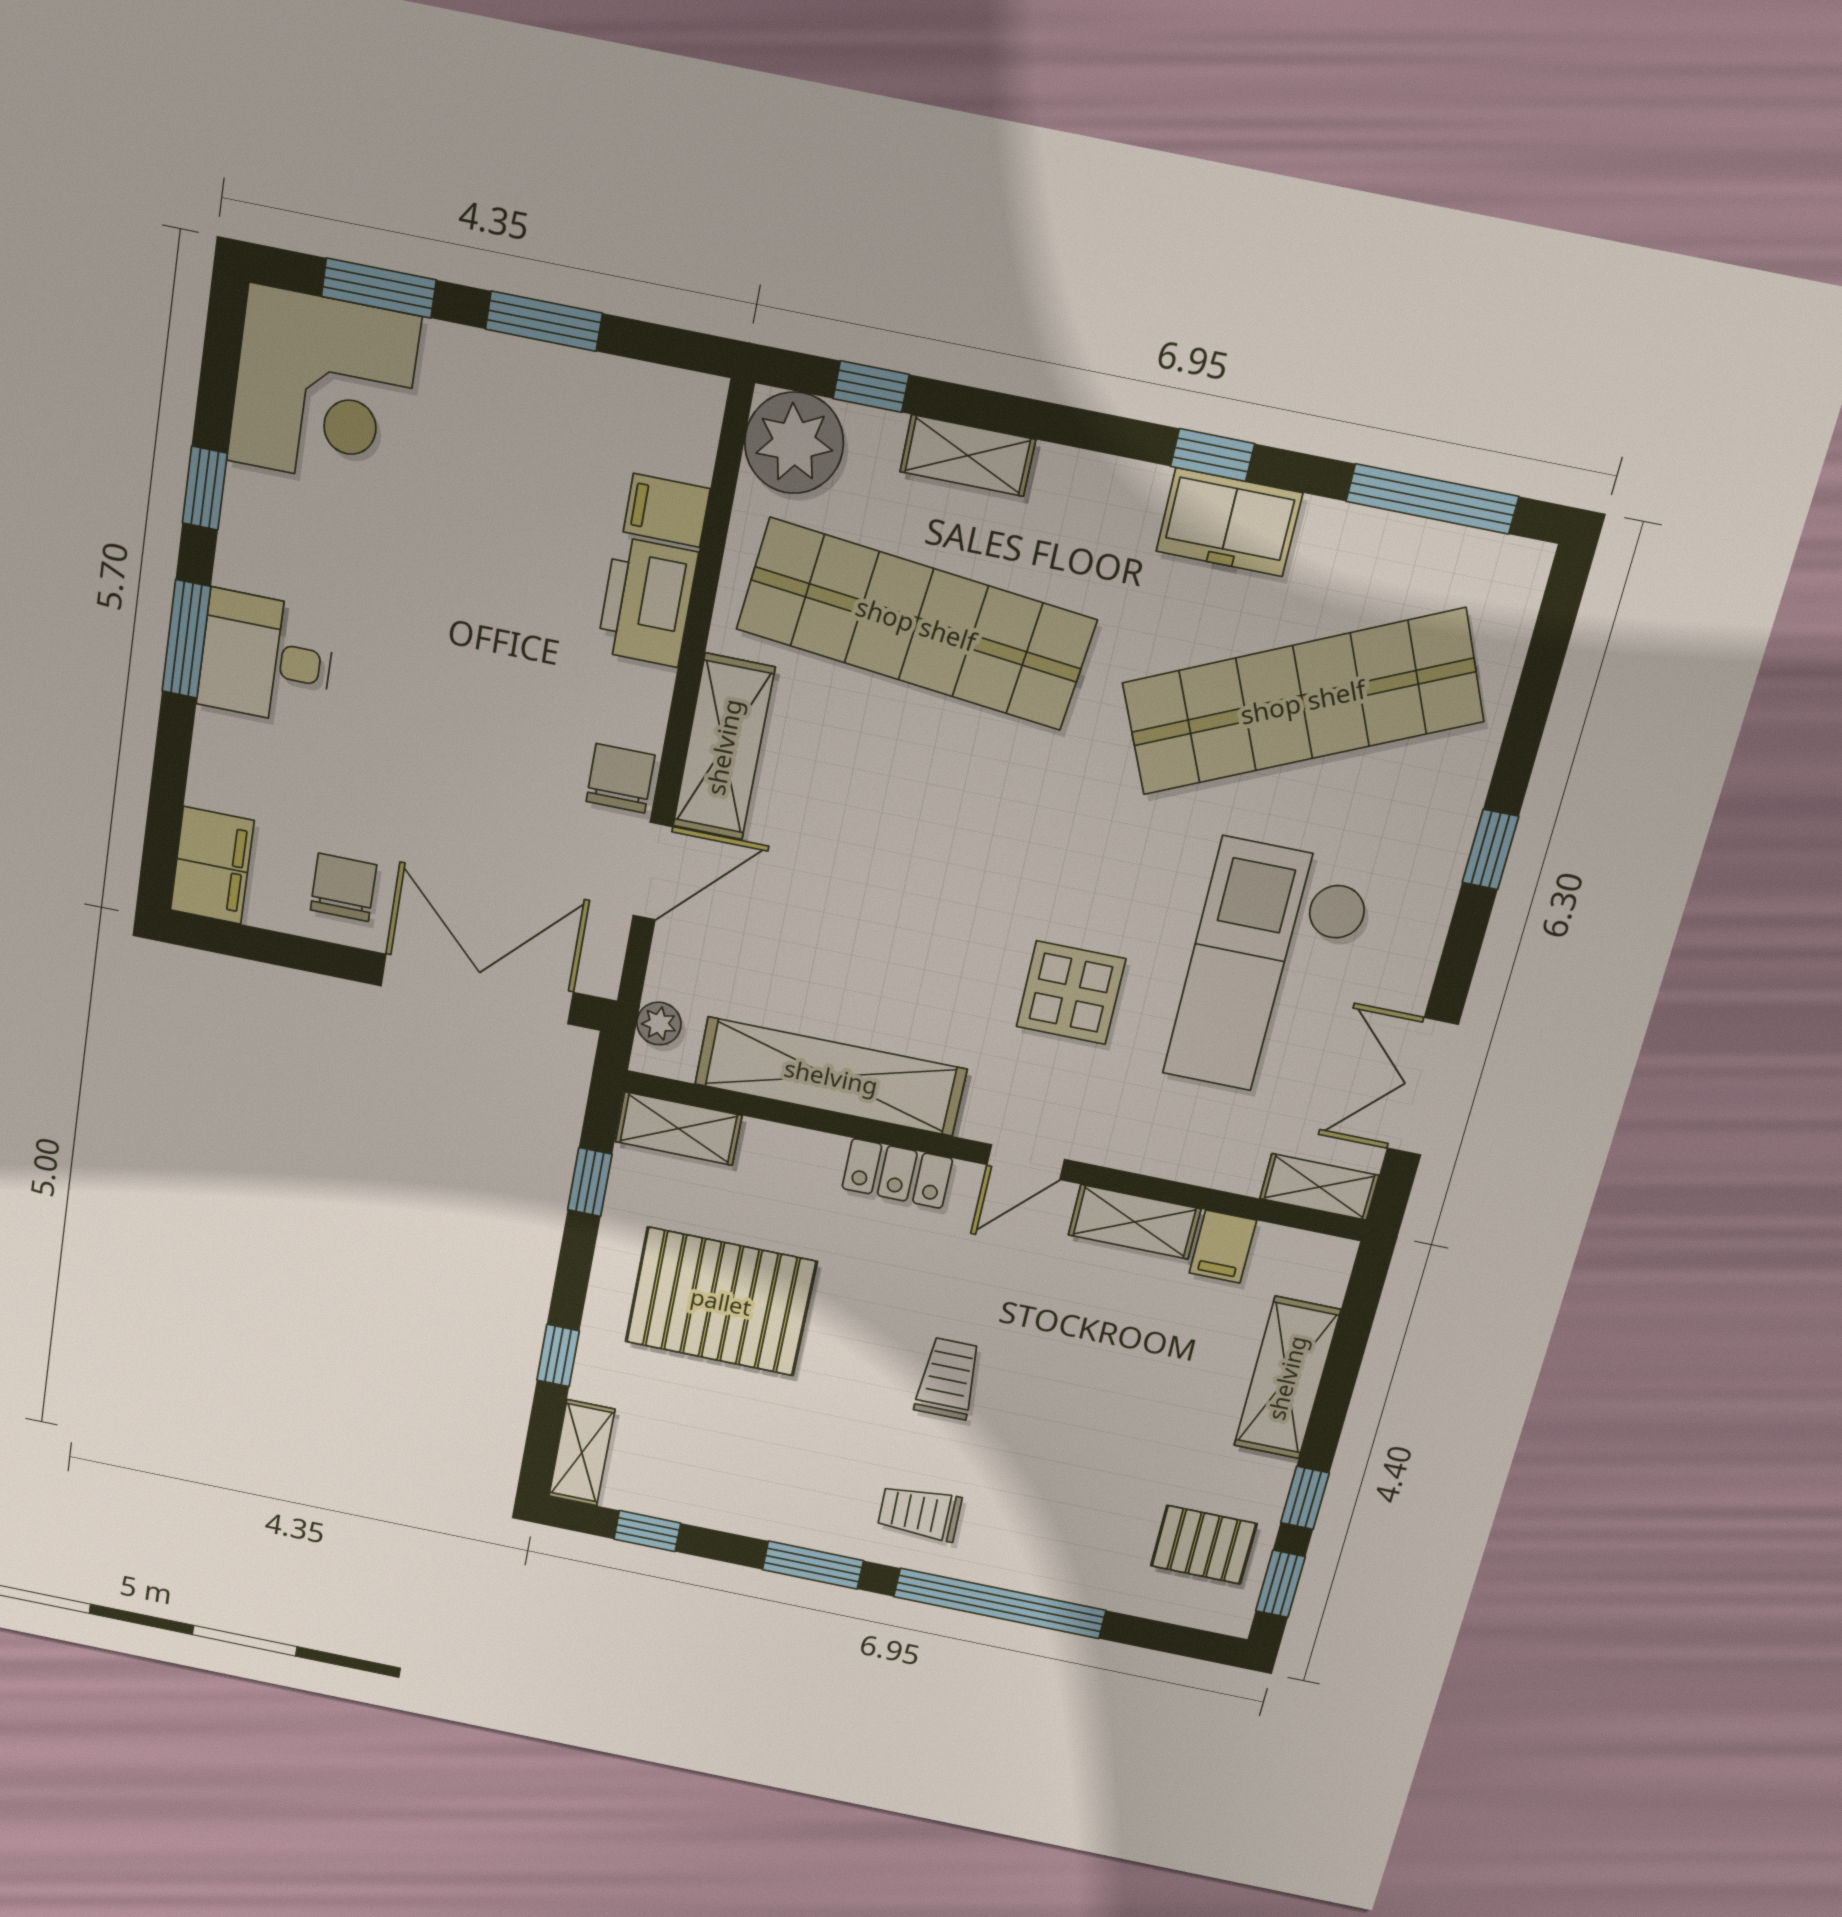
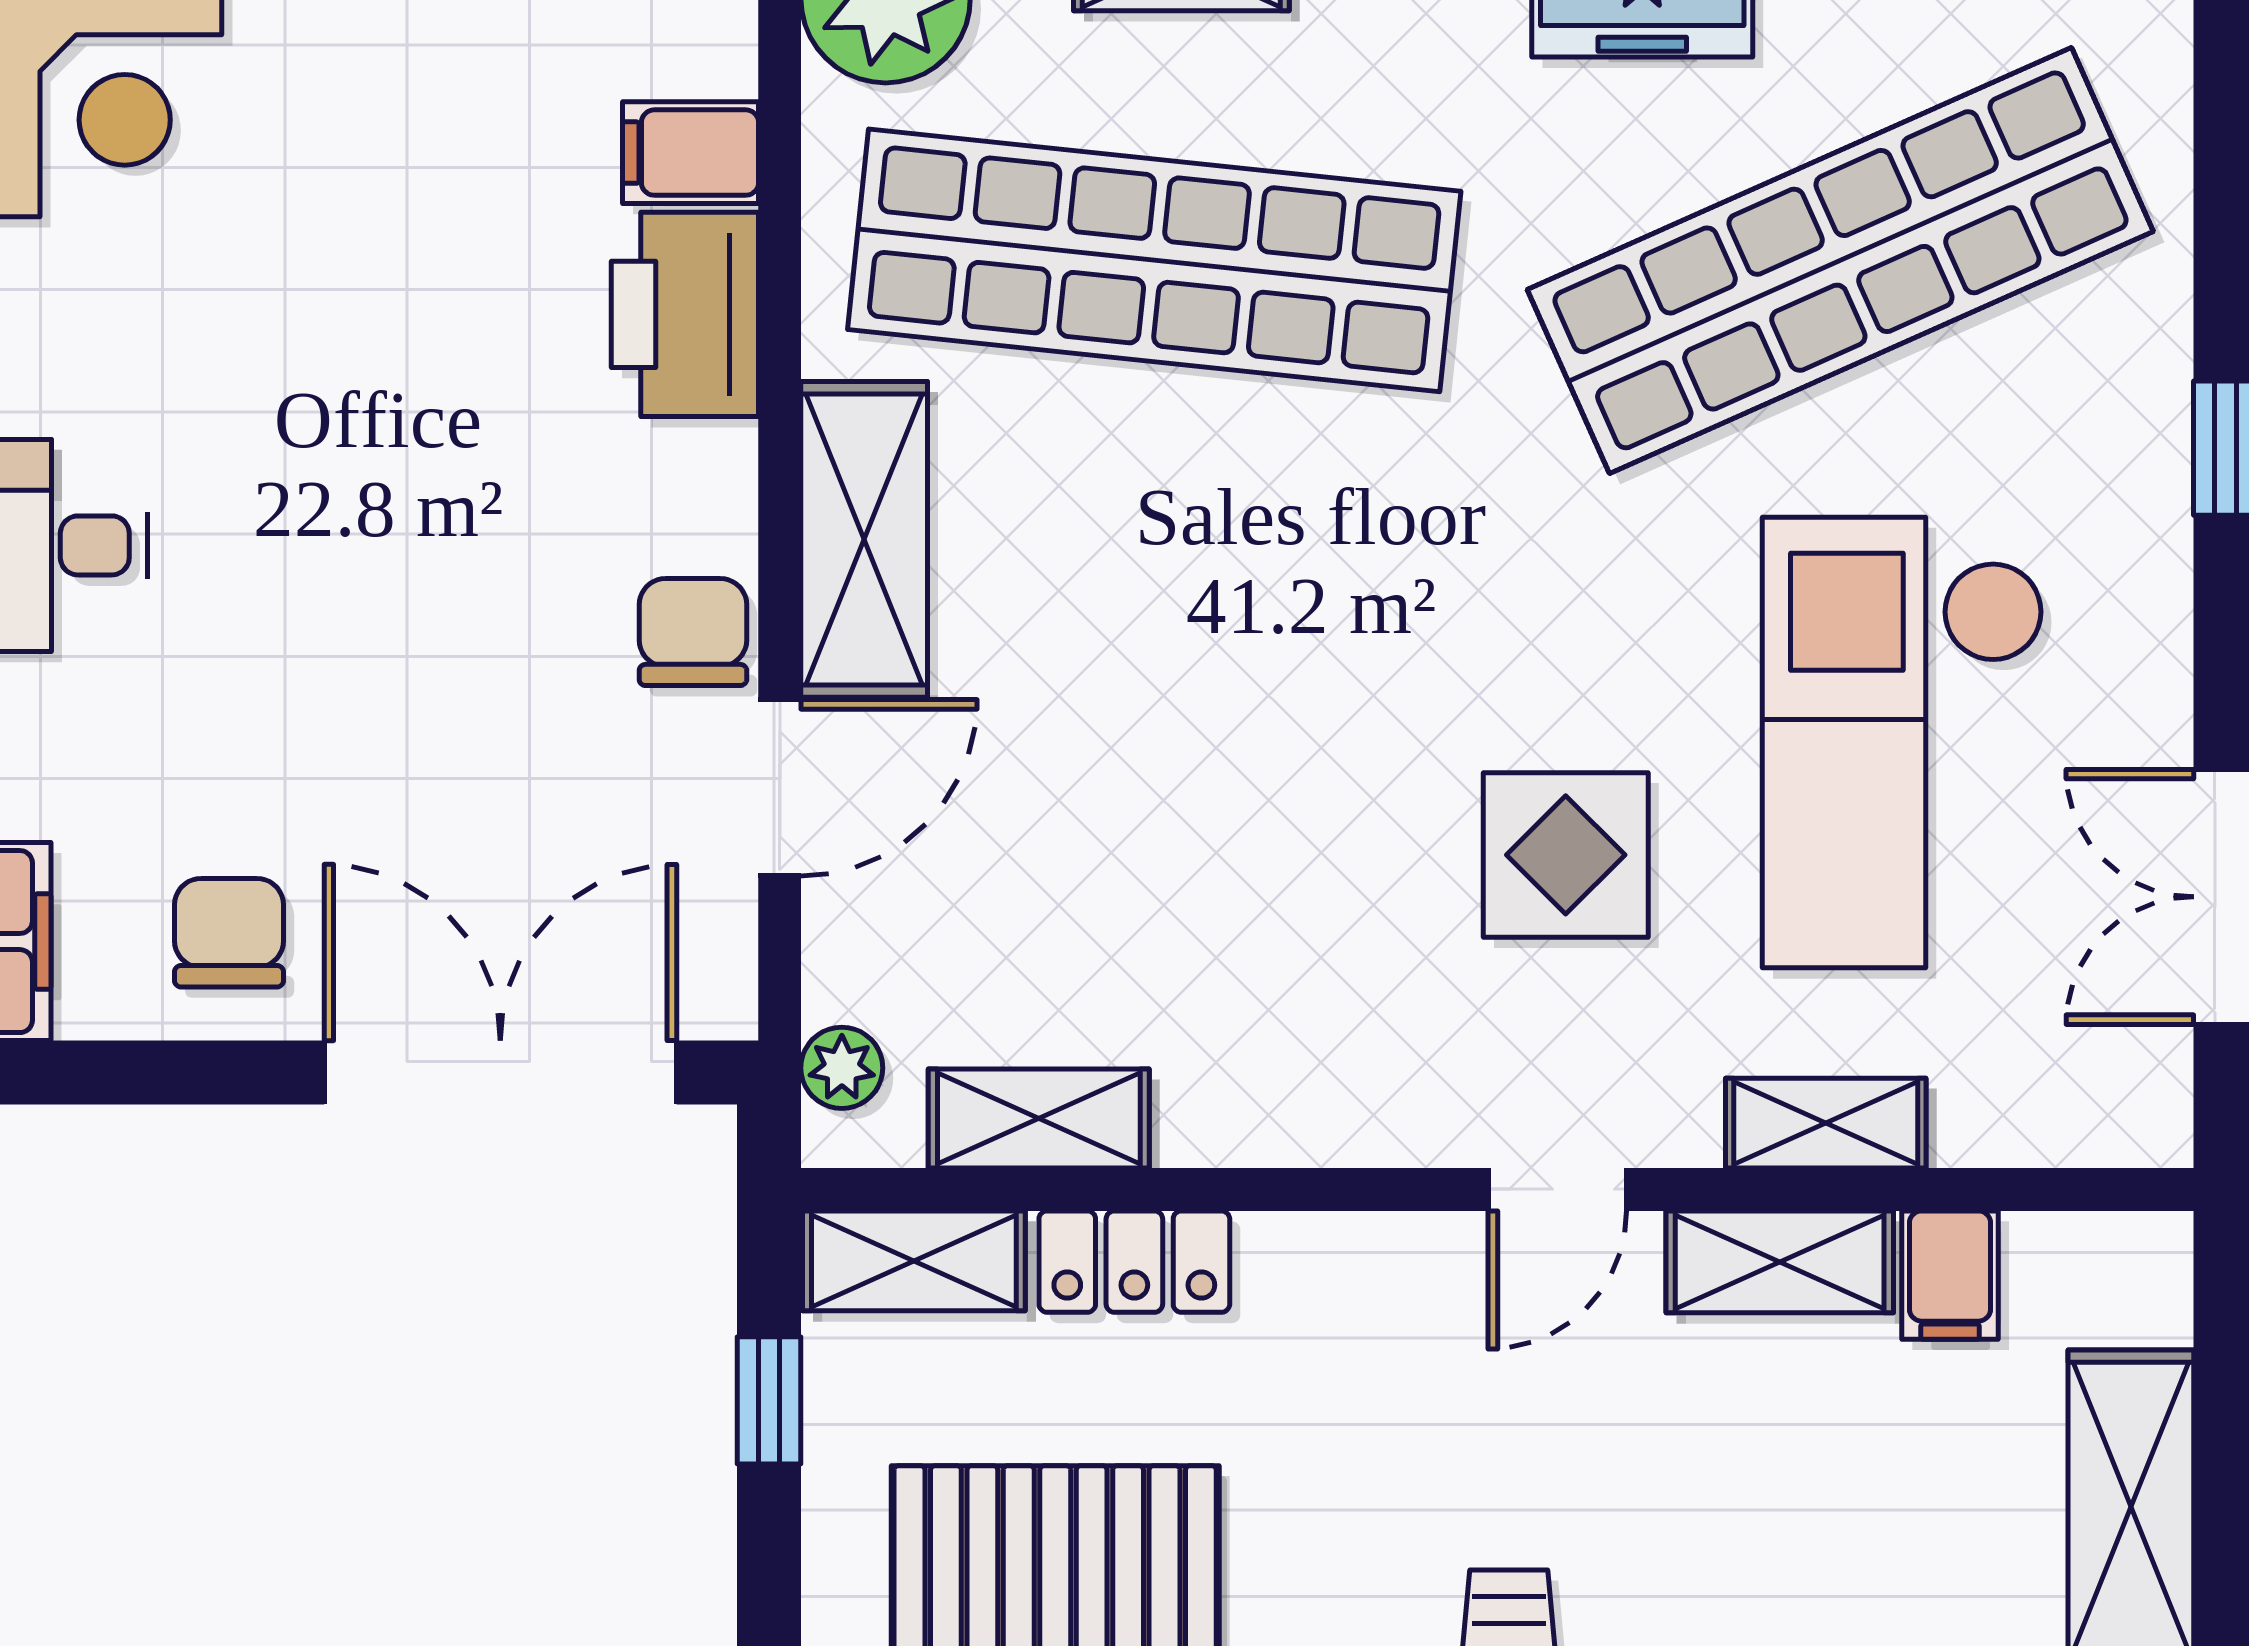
shelving: (831, 1077) -> (1039, 1119), width x0.45, depth x0.75
locker: (897, 1173) -> (1134, 1262), moved
shelving: (1319, 1187) -> (1826, 1123), moved

